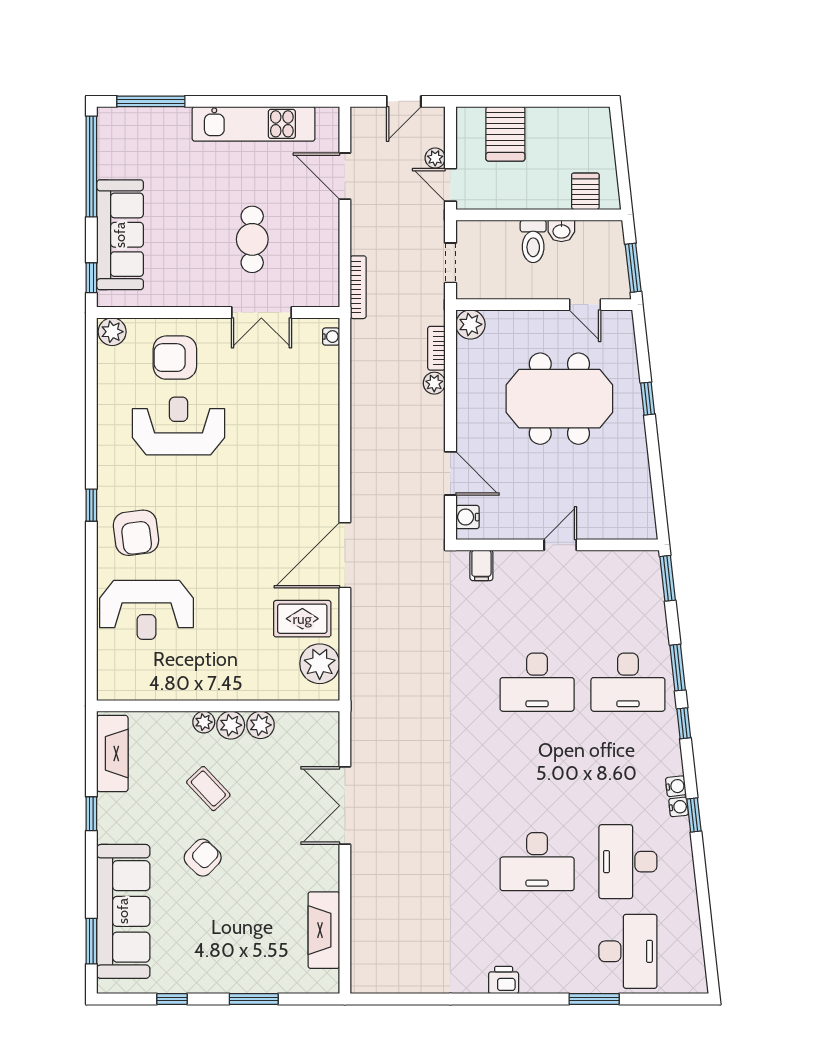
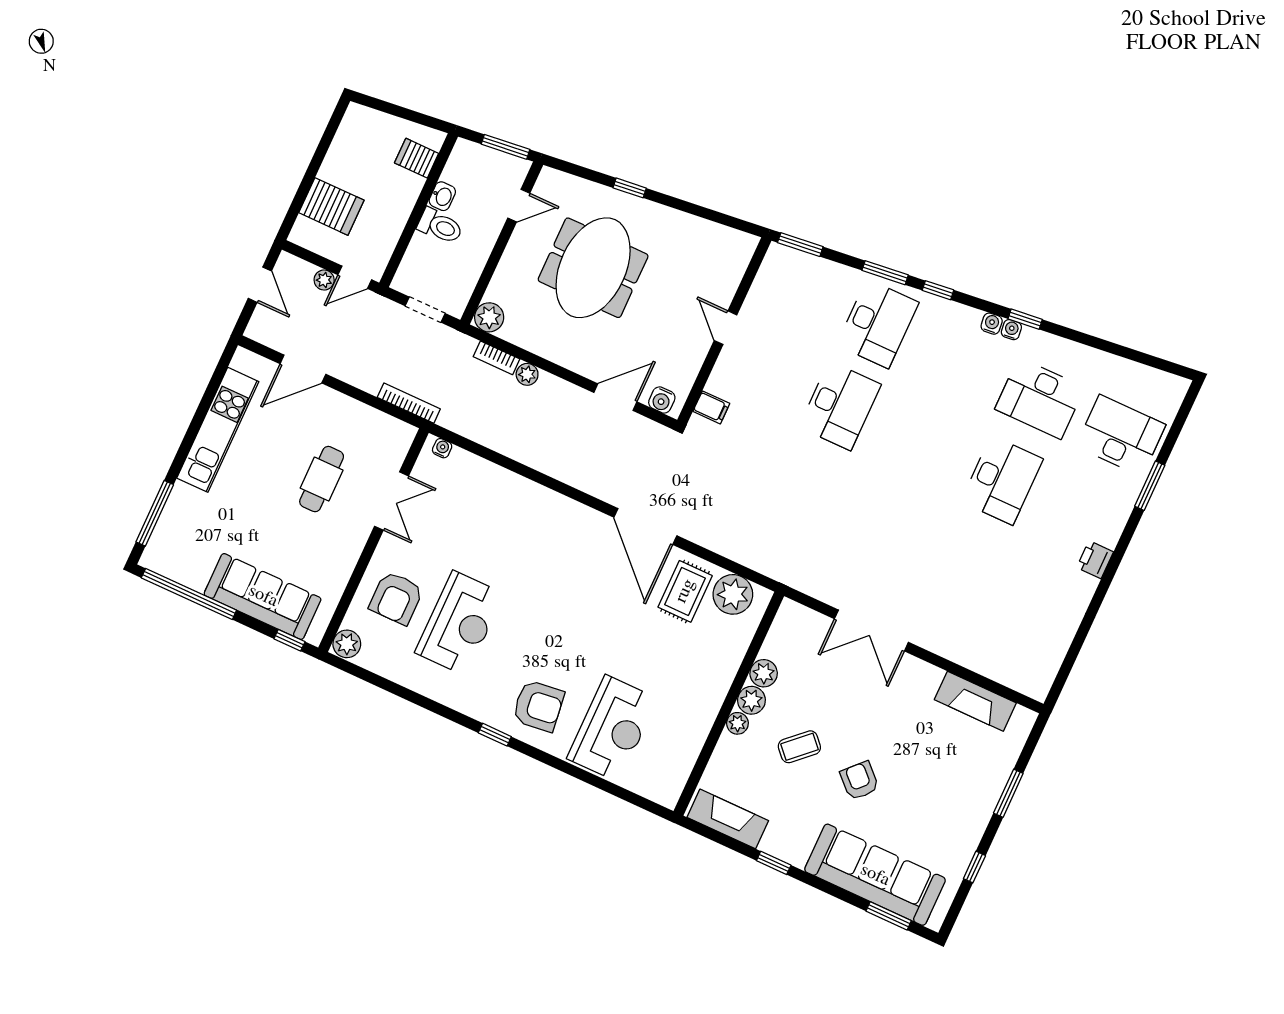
cafe table: (252, 239) -> (322, 479), turned 90
reception desk: (178, 426) -> (460, 623), turned 180

